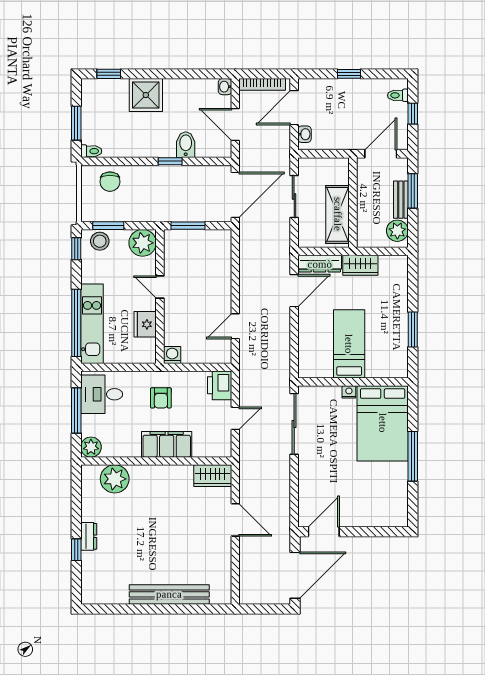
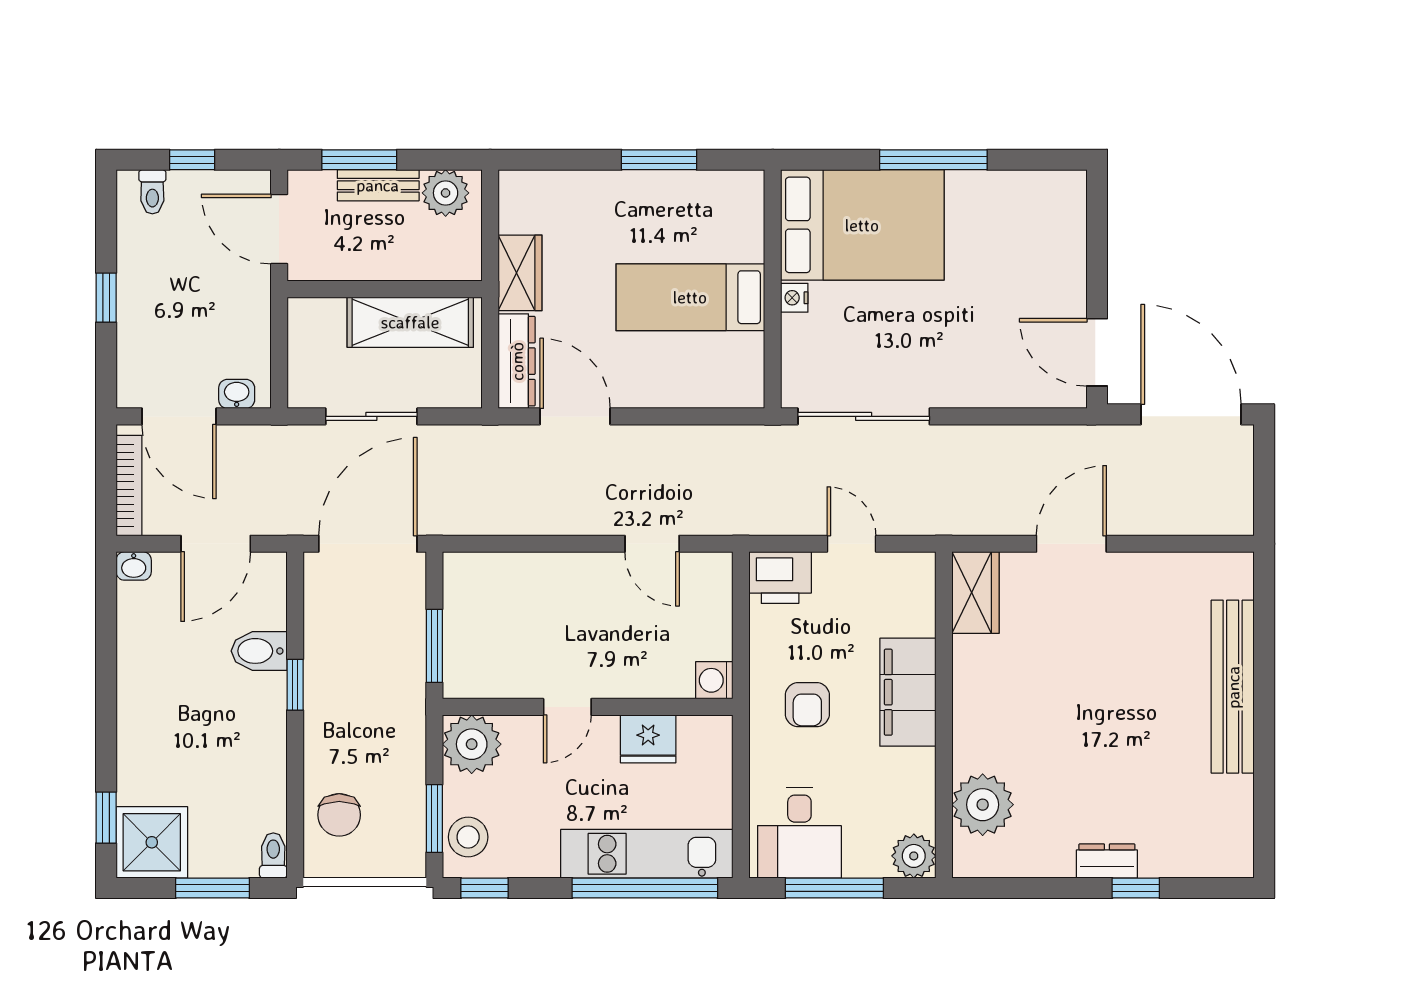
shower: (146, 95) -> (152, 842), moved
chair: (110, 182) -> (339, 815), turned 90
door: (235, 195) -> (368, 544), hinge flipped
armchair: (161, 398) -> (807, 705), turned 90

